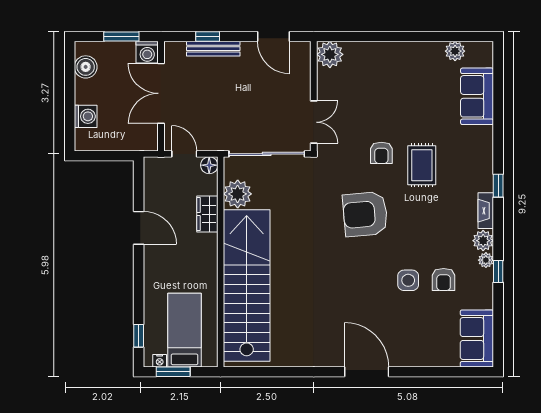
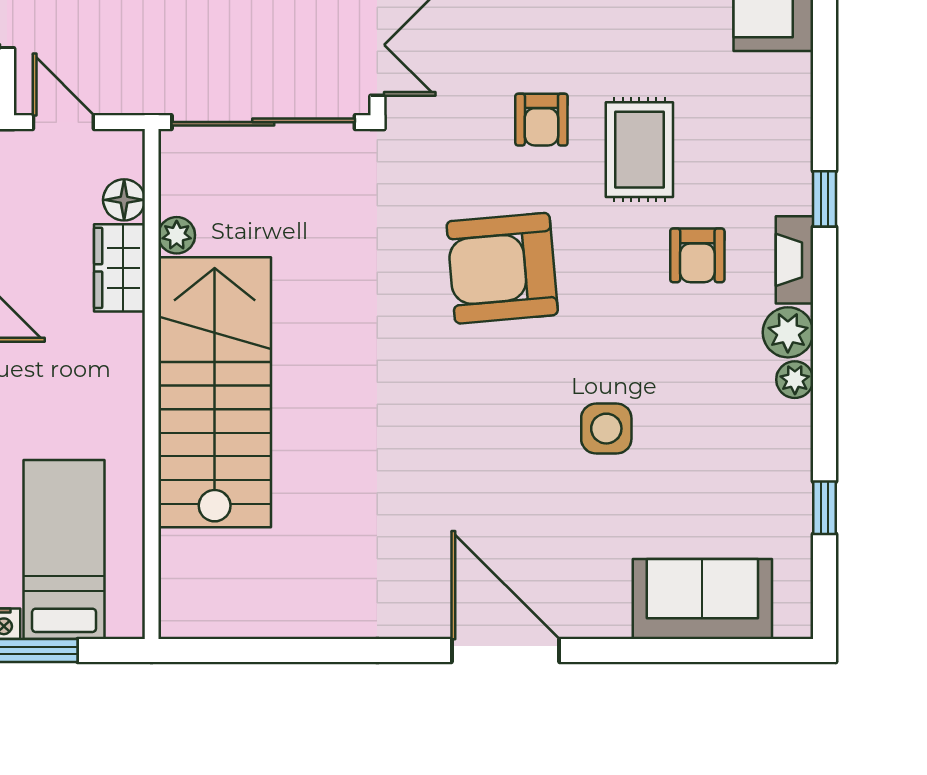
floor lamp: (209, 165) -> (124, 200), moved
plant: (238, 194) -> (177, 235), width x0.53, depth x0.53
window: (498, 271) -> (824, 508), moved
armchair: (444, 280) -> (697, 255), moved
stairs: (247, 286) -> (215, 392), width x0.73
sofa: (477, 338) -> (702, 599), moved, turned 90

